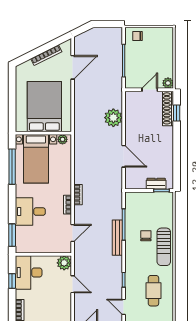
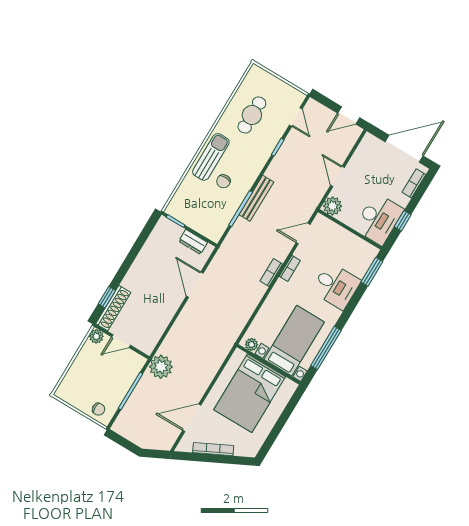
plant: (113, 118) -> (161, 367), moved
dresser: (156, 184) -> (193, 242), moved

